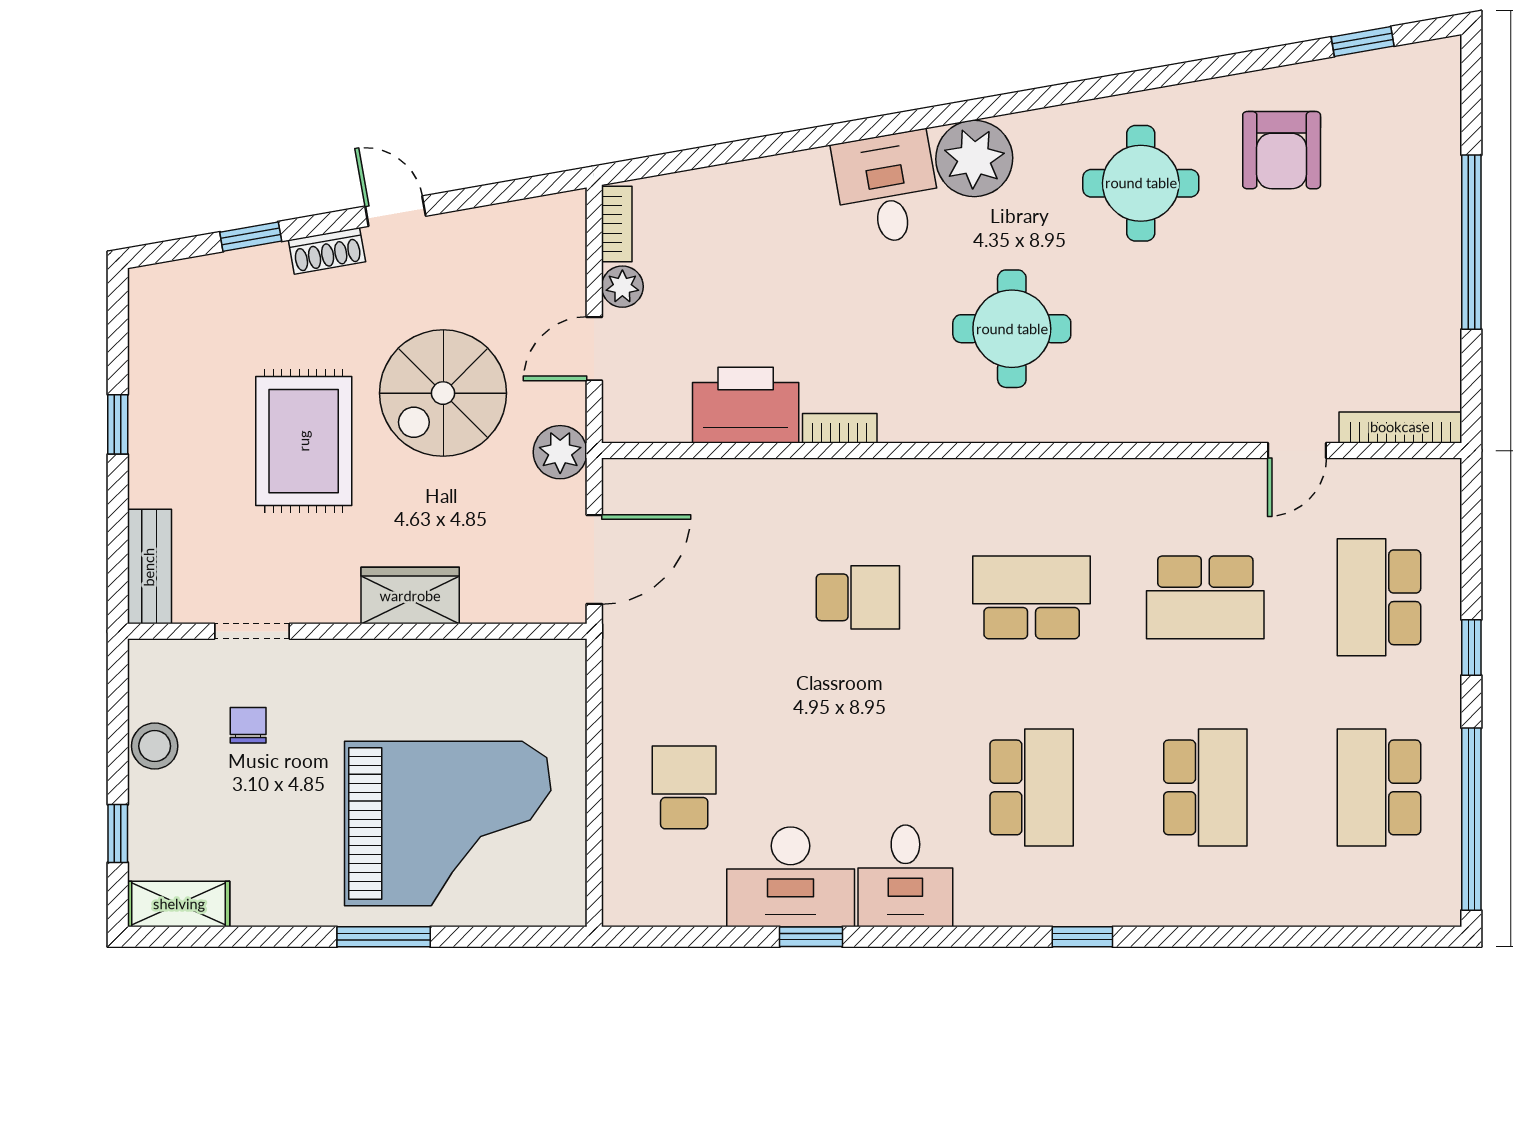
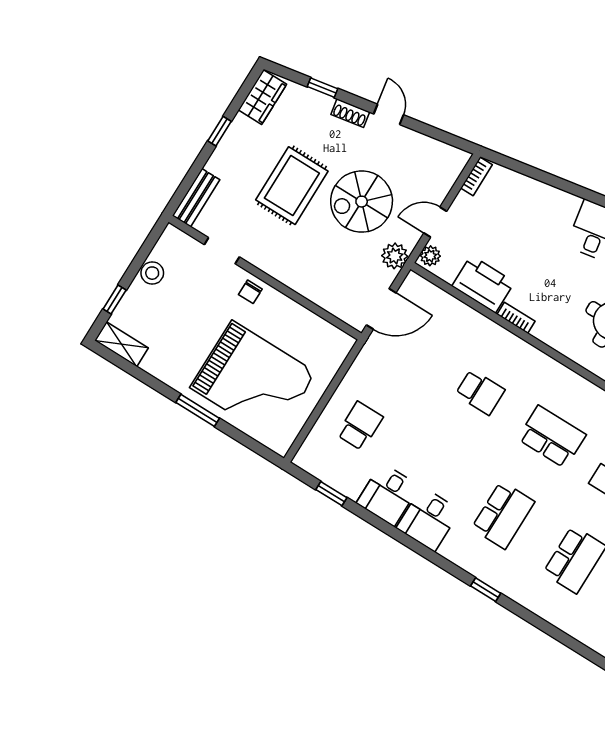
plant: (622, 287) -> (430, 256), moved
wardrobe: (410, 596) -> (262, 97), moved, turned 90
chair: (248, 725) -> (250, 292), moved, turned 180
desk: (791, 877) -> (388, 494), width x0.73
window: (811, 937) -> (331, 494), moved

